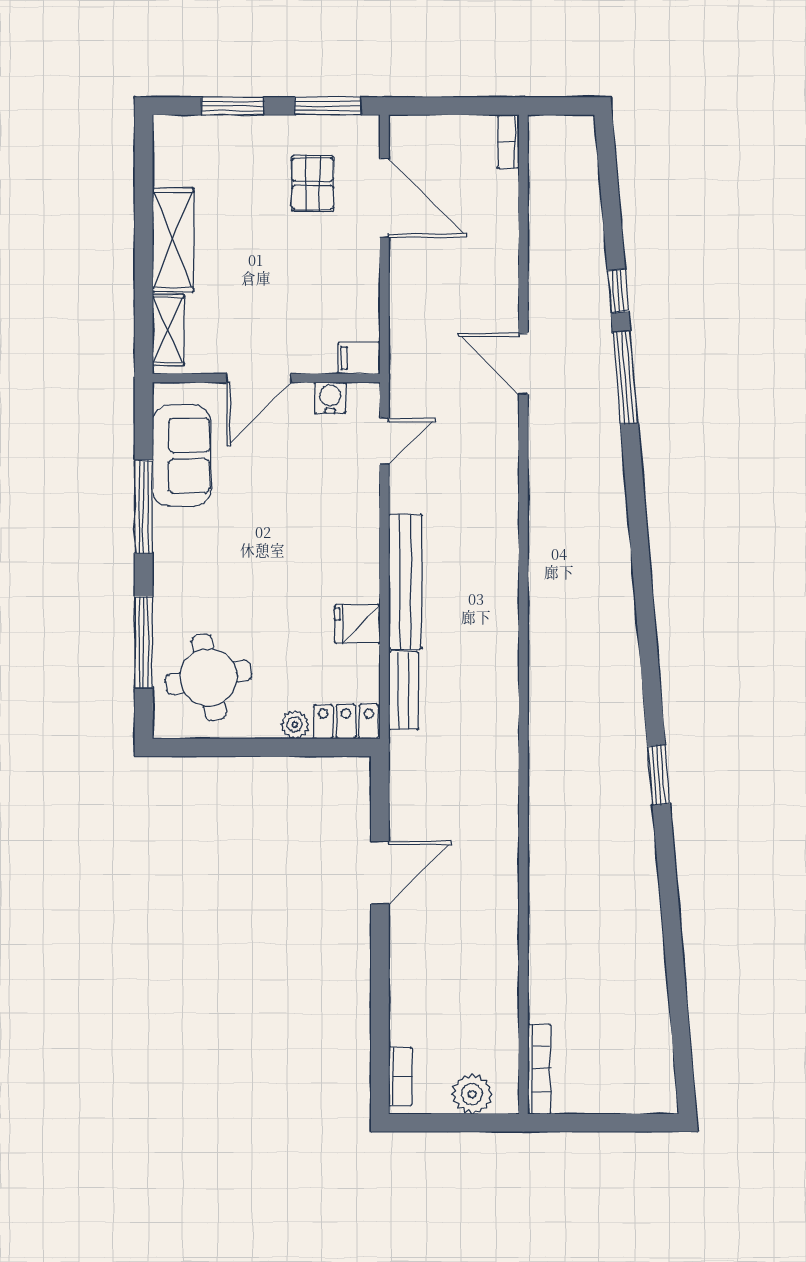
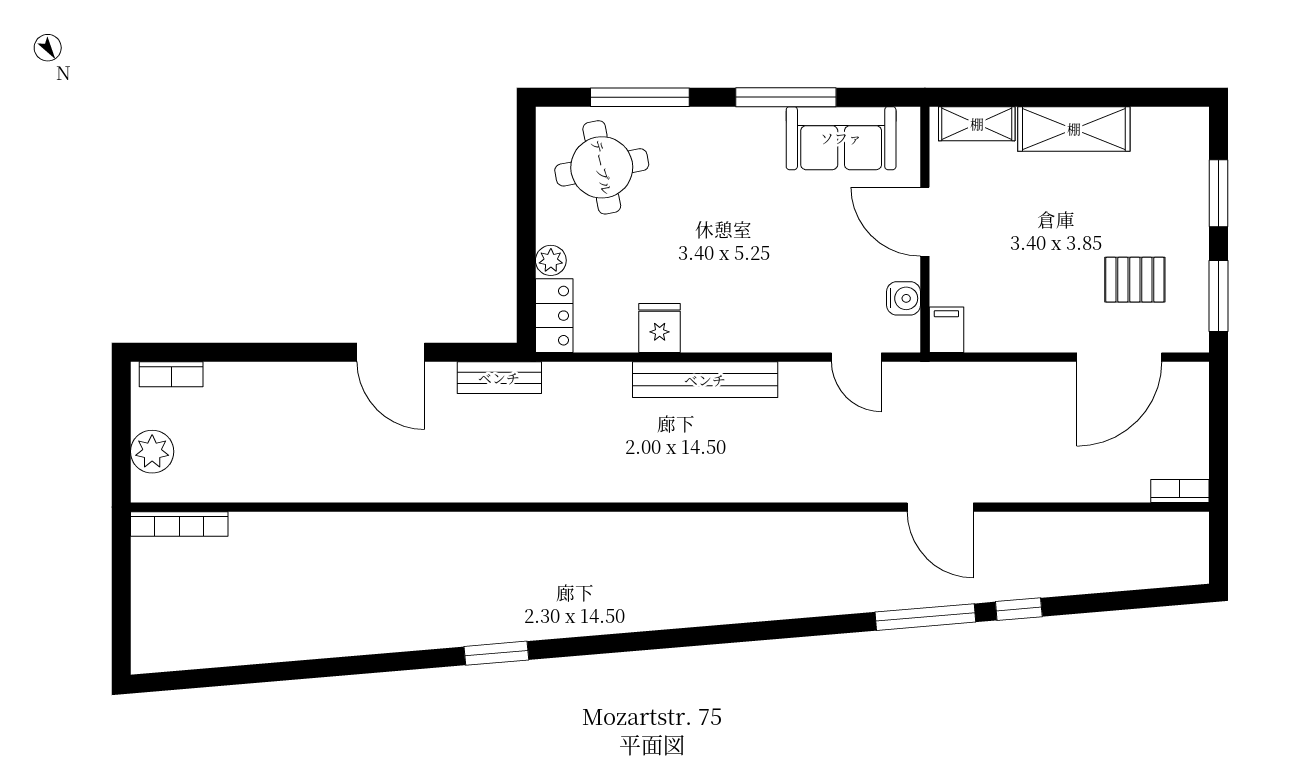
door: (523, 364) -> (940, 507), swing flipped
bench: (403, 690) -> (499, 378), moved

